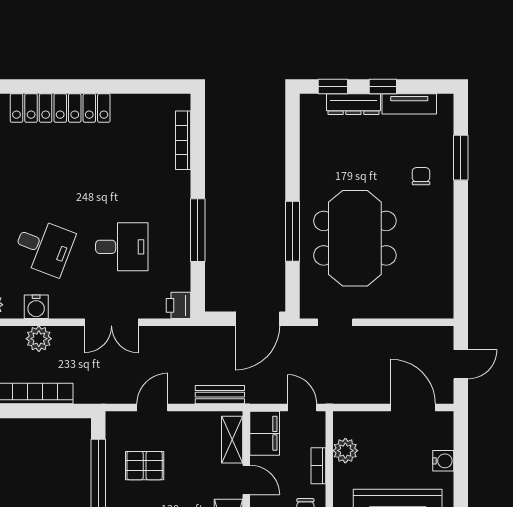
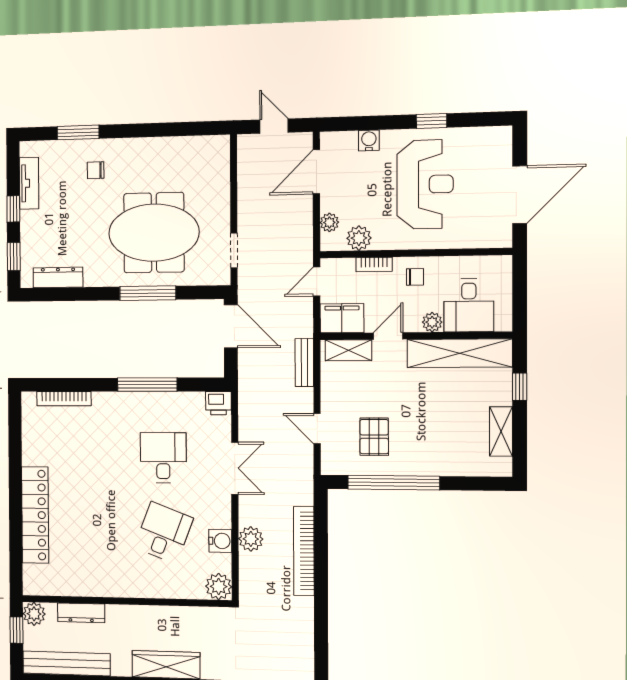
dresser: (353, 104) -> (58, 277), moved, turned -90
plant: (362, 421) -> (329, 222), added

